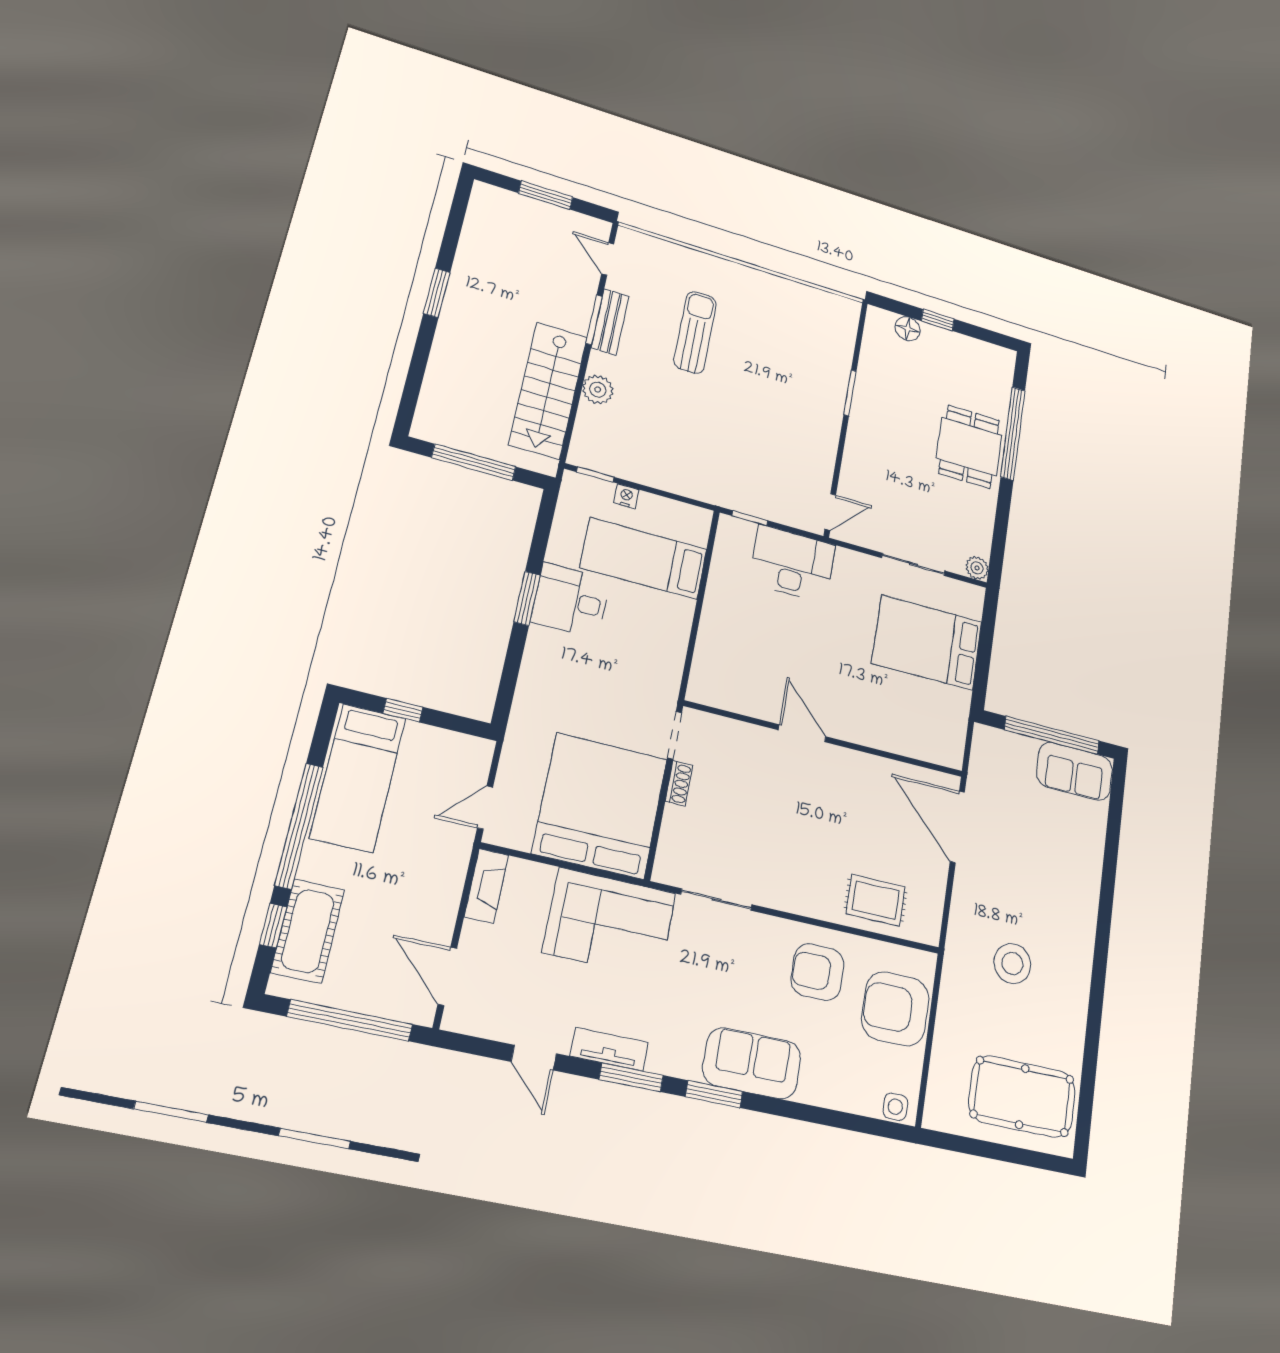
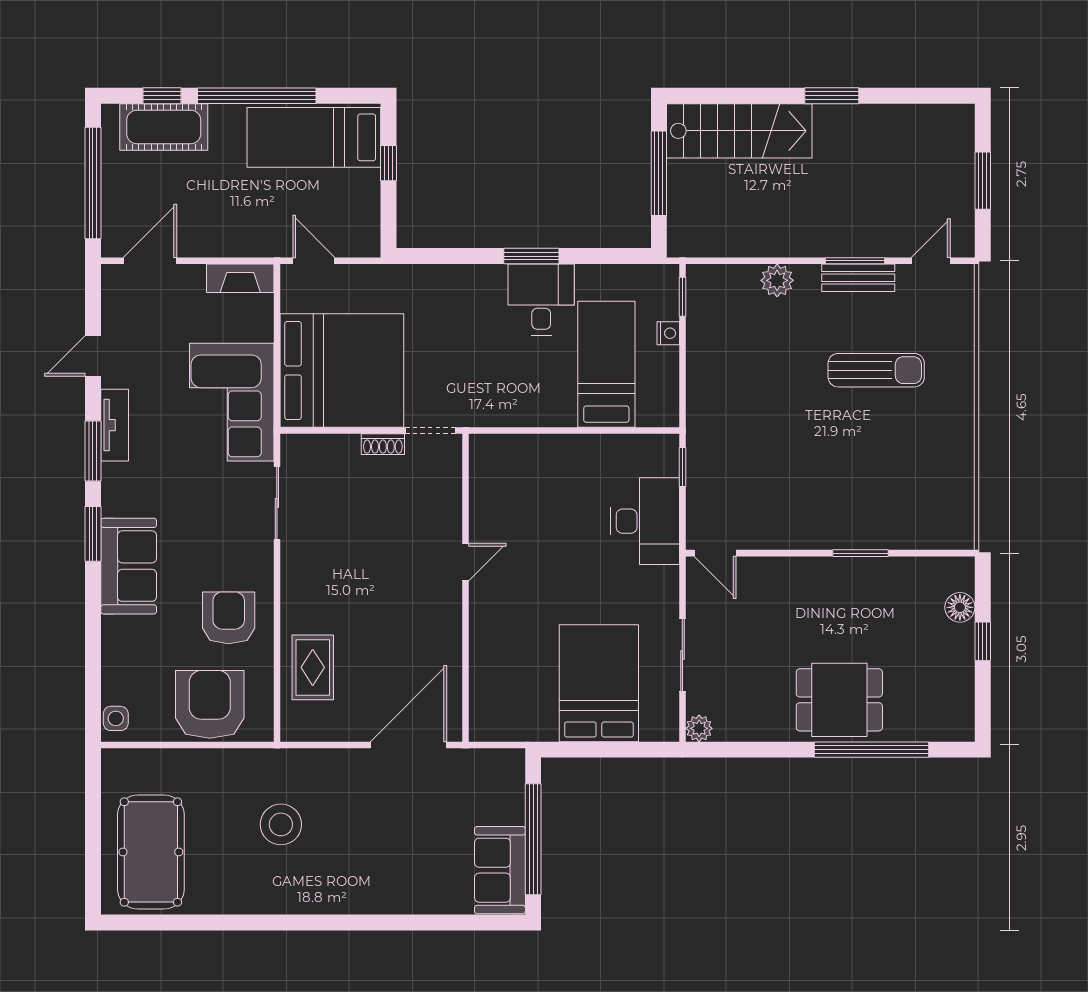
stairs: (548, 390) -> (739, 131), moved, turned 180
door: (802, 733) -> (466, 562), width x0.73

